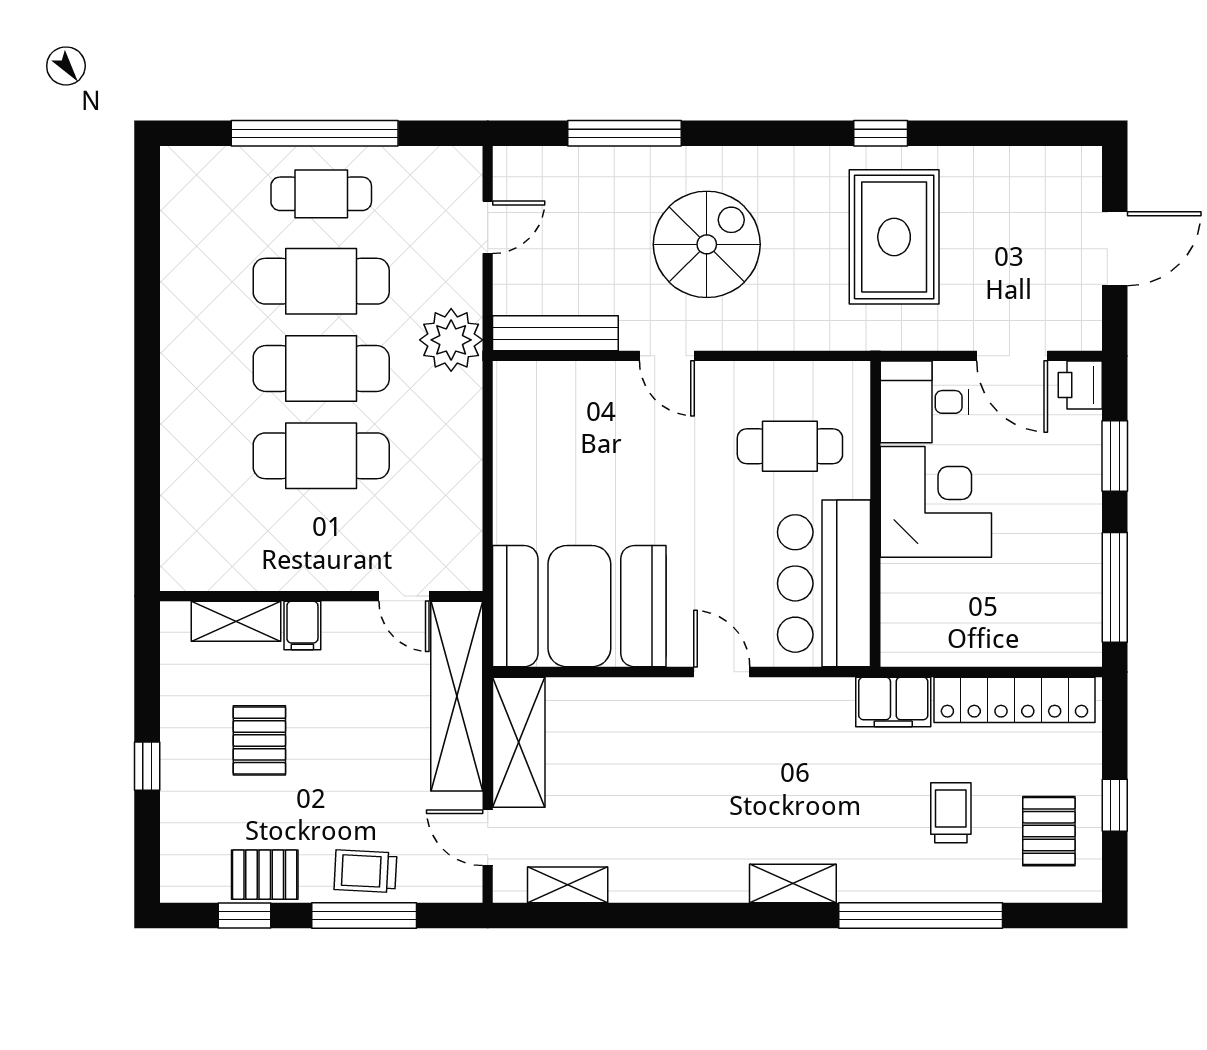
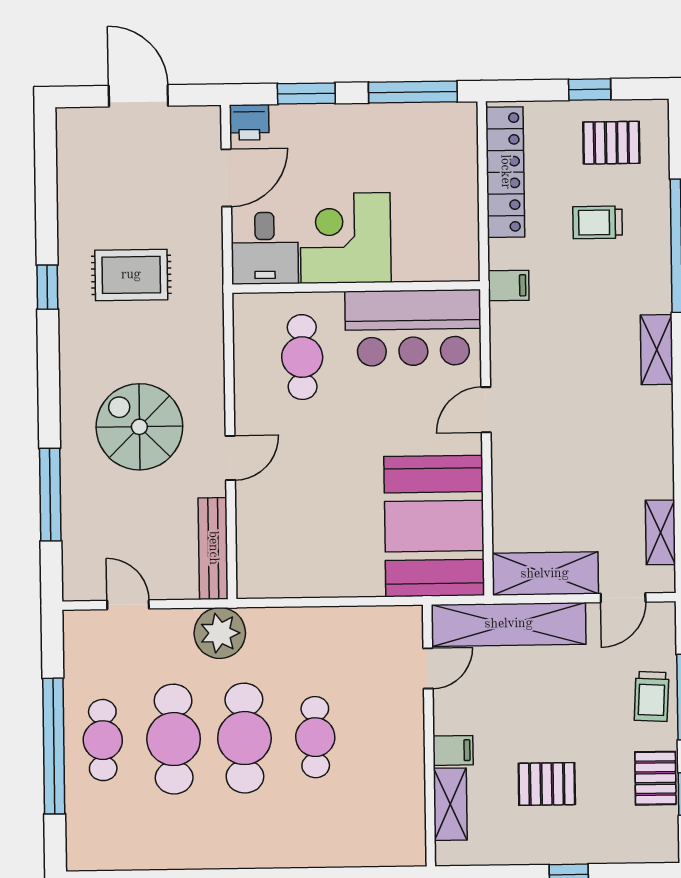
rug: (894, 237) -> (131, 275), width x0.73, depth x0.70
cafe table: (321, 456) -> (315, 737), width x0.73, depth x0.74
filing cabinet: (893, 702) -> (509, 286), width x0.50

